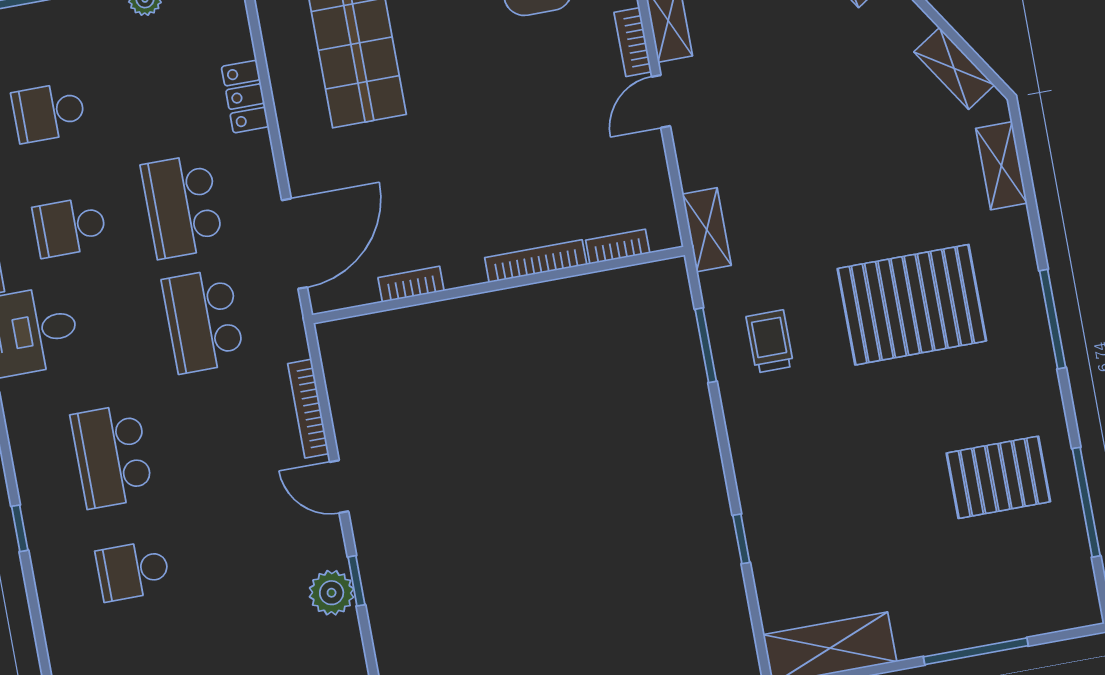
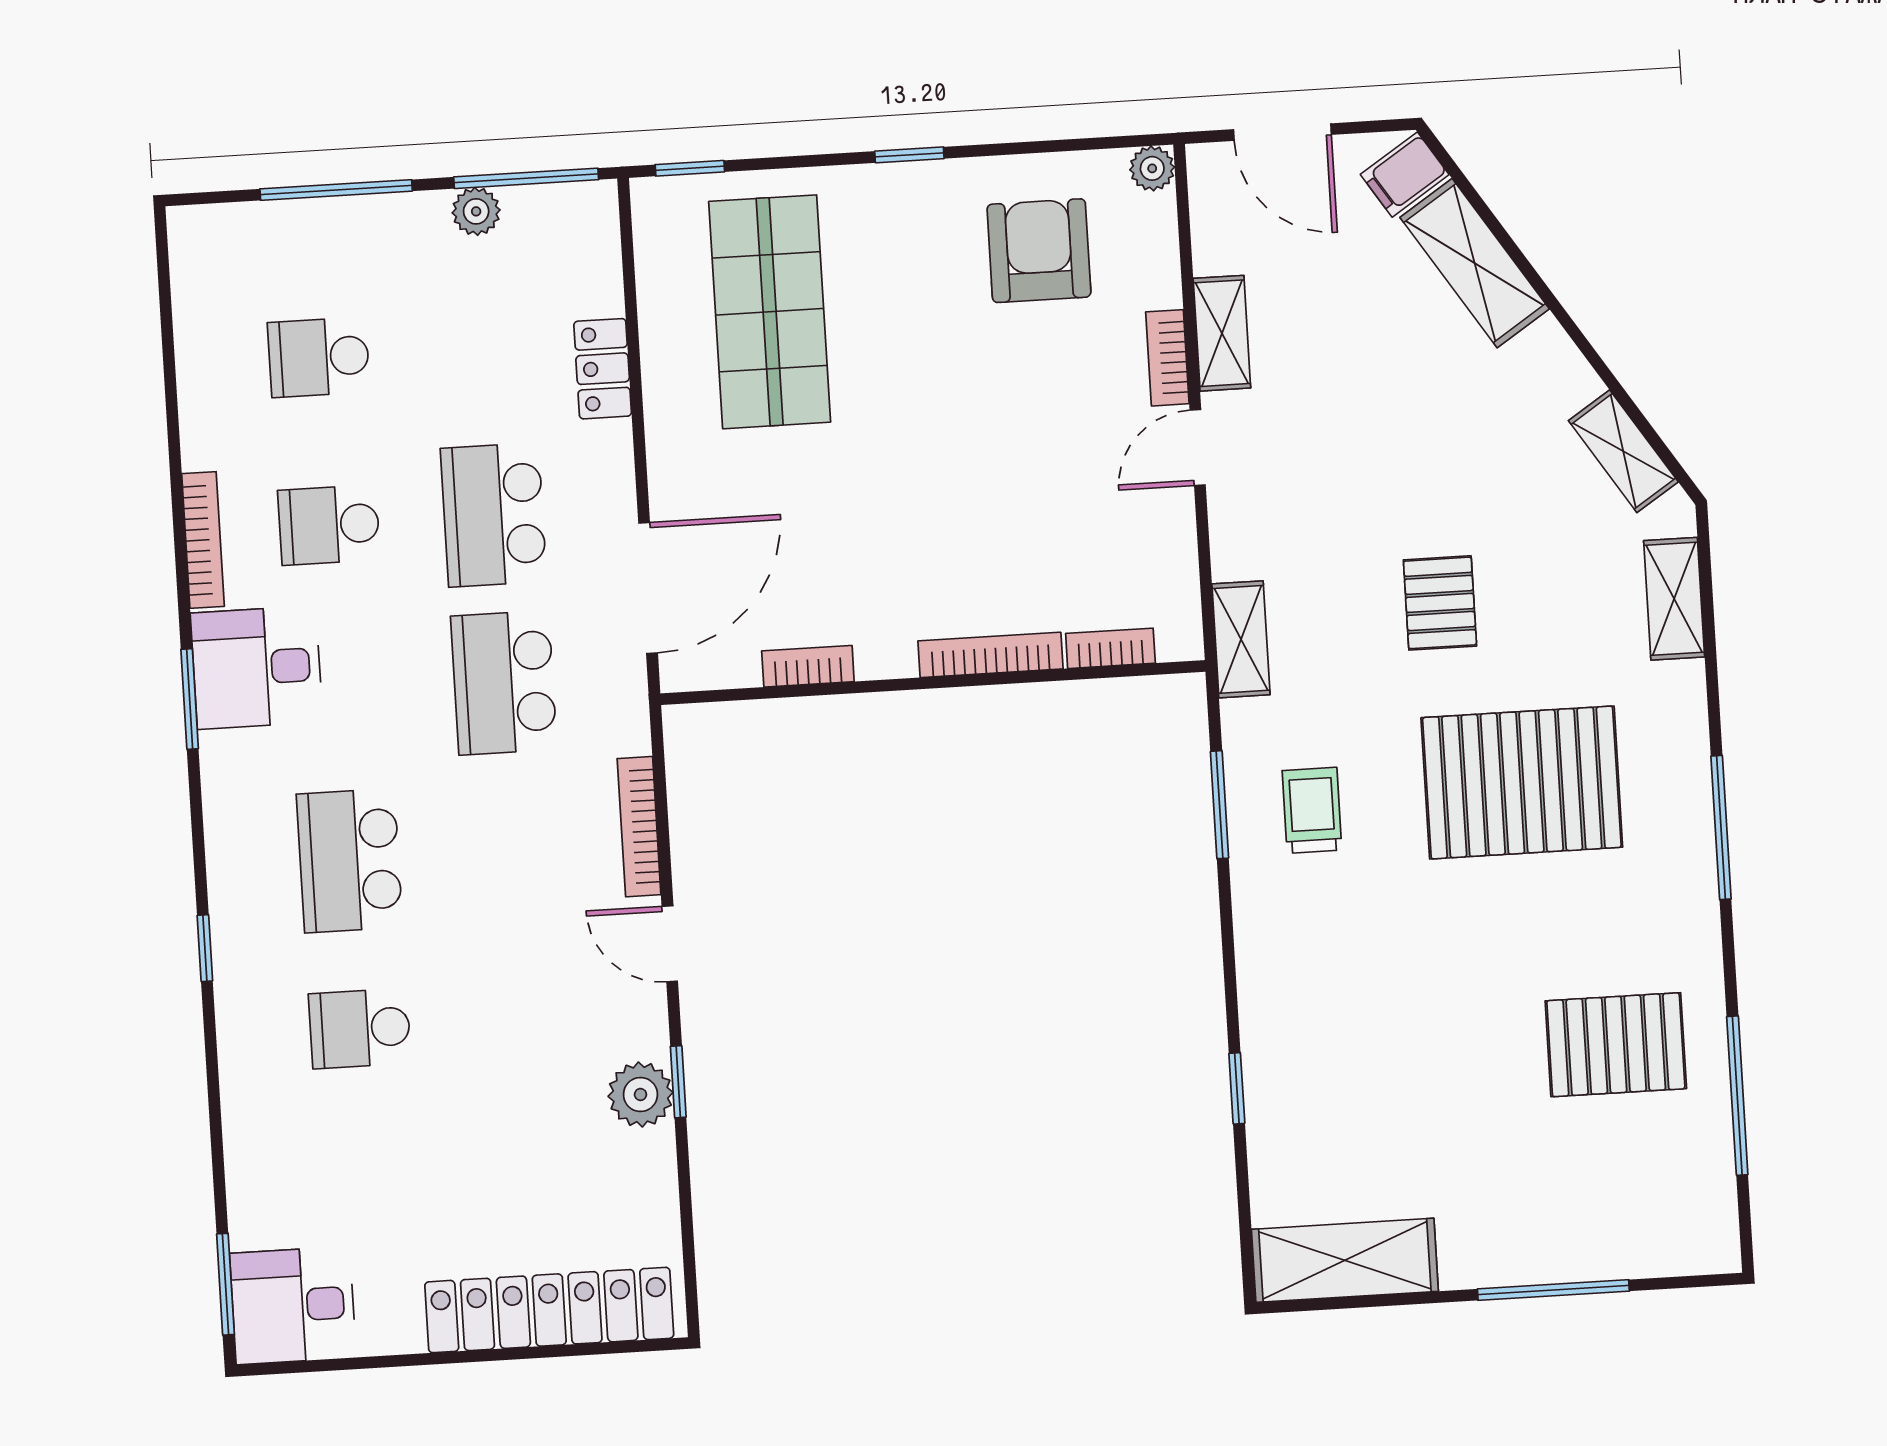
pallet: (841, 188) -> (1440, 603), added

